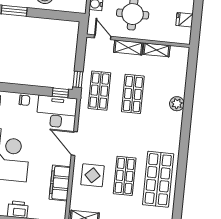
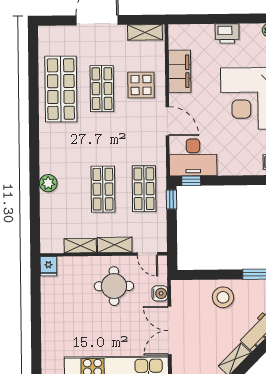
fridge: (184, 20) -> (48, 266), moved, turned 90
chair: (24, 100) -> (234, 167), removed

